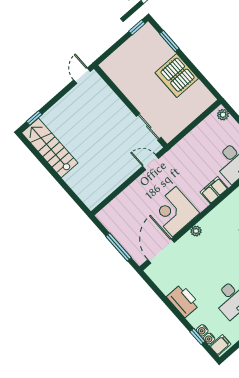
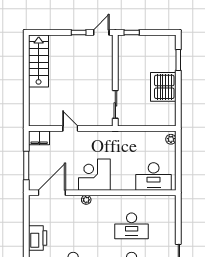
window: (137, 27) -> (132, 32), moved
window: (34, 118) -> (79, 32), moved
door: (151, 162) -> (70, 129), moved
filing cabinet: (214, 190) -> (39, 138), moved, turned 180
corner desk: (174, 212) -> (94, 175), moved

